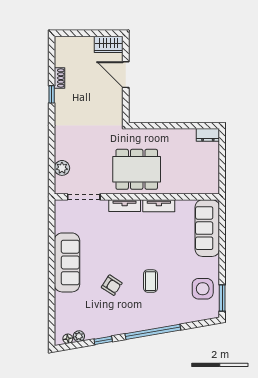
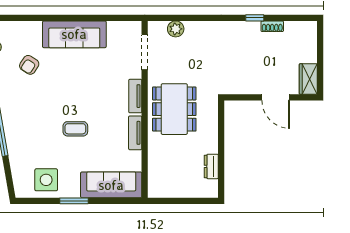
door: (126, 75) -> (276, 97), swing flipped
dresser: (208, 135) -> (211, 166), moved
coffee table: (151, 281) -> (75, 129), moved
armchair: (112, 285) -> (29, 65), moved
window: (222, 298) -> (74, 201), moved

